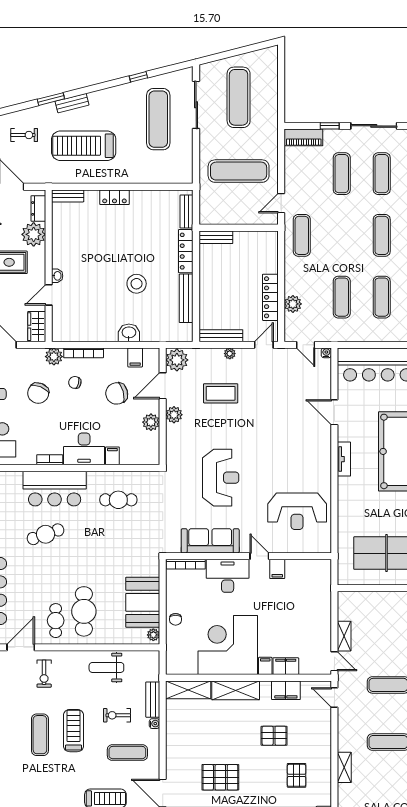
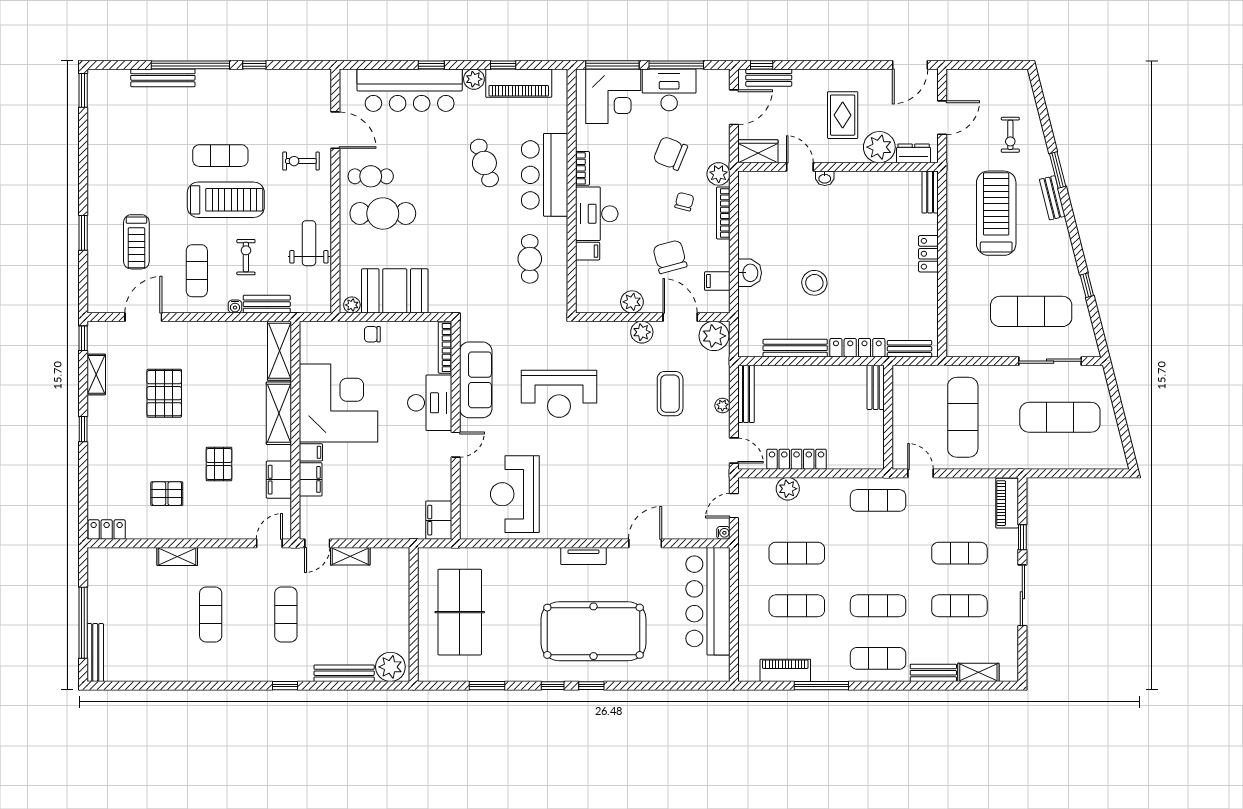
filing cabinet: (277, 569) -> (439, 520), moved, width x2.00
treadmill: (73, 731) -> (226, 200), width x1.37, depth x1.38

